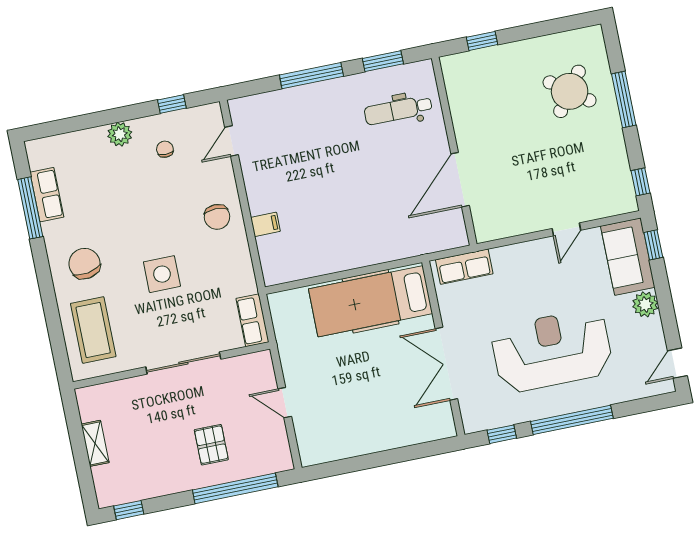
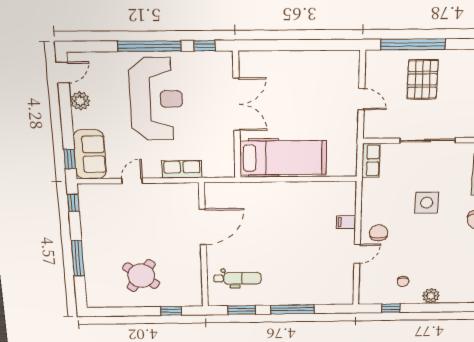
round table: (570, 91) -> (141, 276), moved
door: (232, 141) -> (357, 254), moved
row of seats: (464, 267) -> (182, 169), moved
plant: (645, 304) -> (80, 101), moved
reception desk: (552, 351) -> (156, 99), turned -90
pallet: (211, 445) -> (422, 79), width x1.50, depth x1.42

